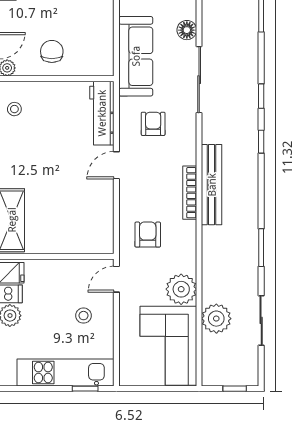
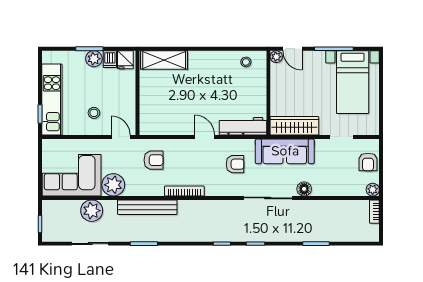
wardrobe: (101, 43) -> (294, 126), added
chair: (52, 51) -> (288, 90), removed
bench: (212, 185) -> (147, 207), moved

